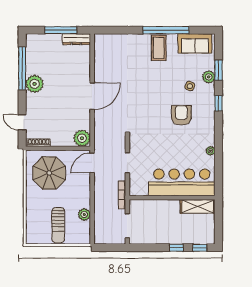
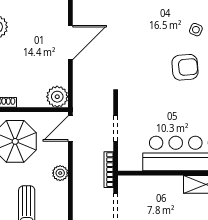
armchair: (181, 115) -> (185, 67), turned 85
plant: (84, 215) -> (60, 173), moved

